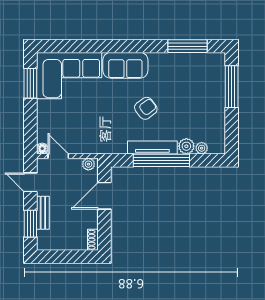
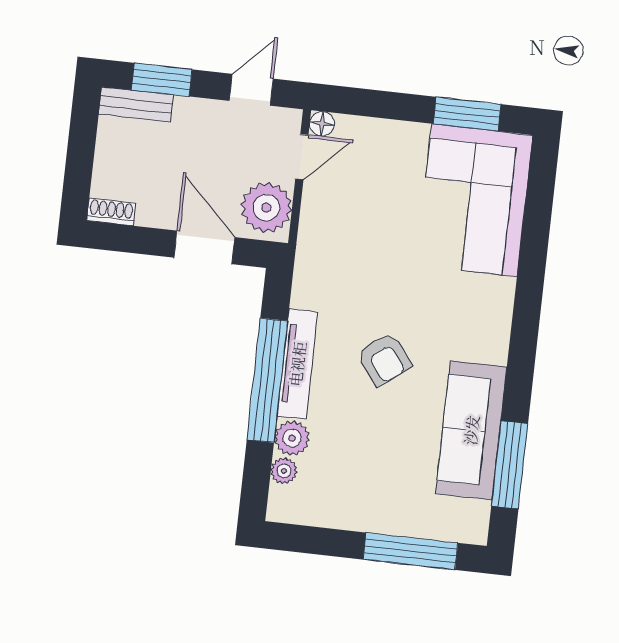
sofa: (125, 65) -> (471, 430), moved, width x1.36
plant: (88, 164) -> (266, 208), width x1.87, depth x1.87
bench: (43, 213) -> (136, 104), moved

